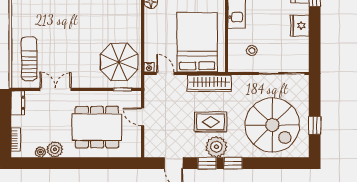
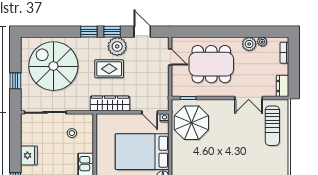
bed: (197, 42) -> (142, 152), moved, turned 90
door: (143, 117) -> (170, 57), moved
window: (315, 125) -> (15, 81), moved
plant: (216, 147) -> (117, 46), moved

